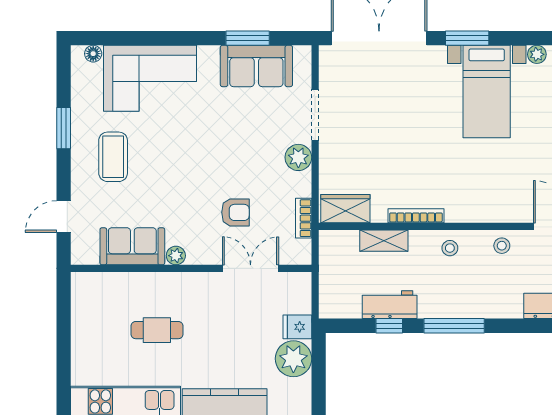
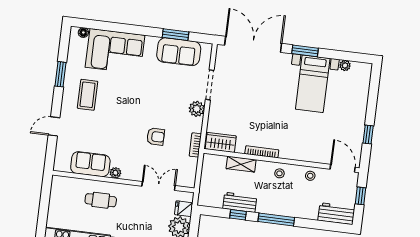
sofa: (132, 246) -> (90, 164), moved
plant: (176, 256) -> (115, 173), moved
wall: (191, 268) -> (123, 182), moved
double door: (251, 268) -> (158, 186), moved

